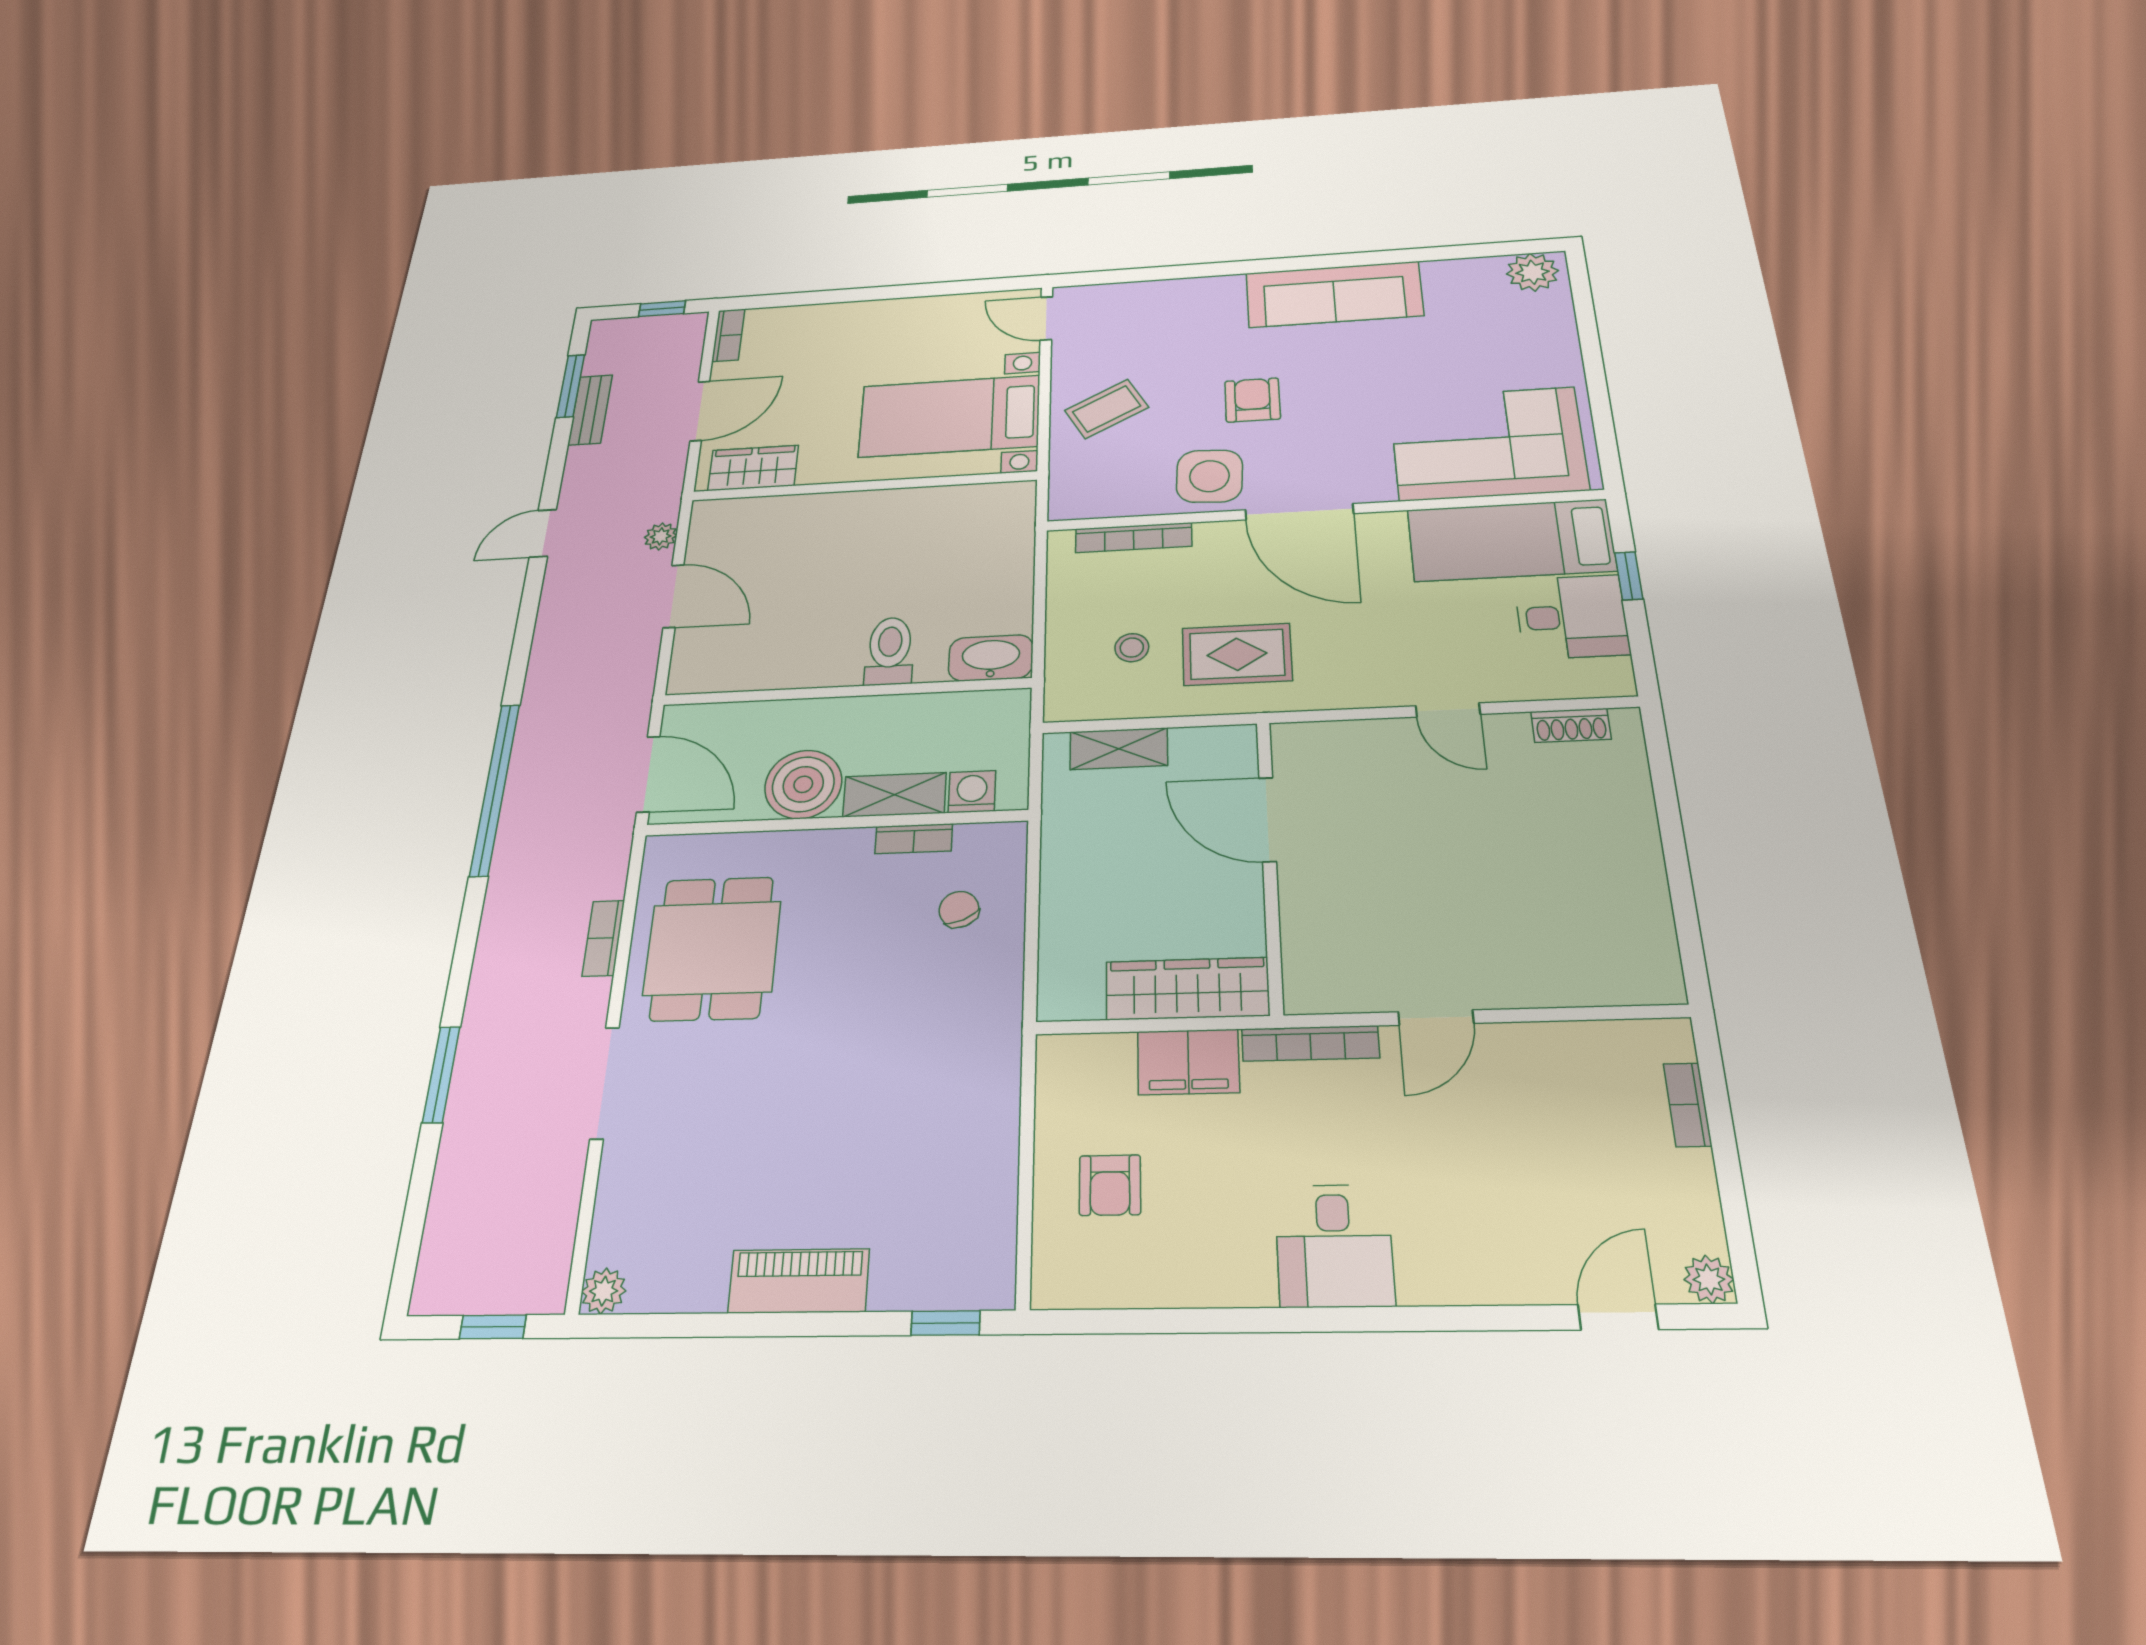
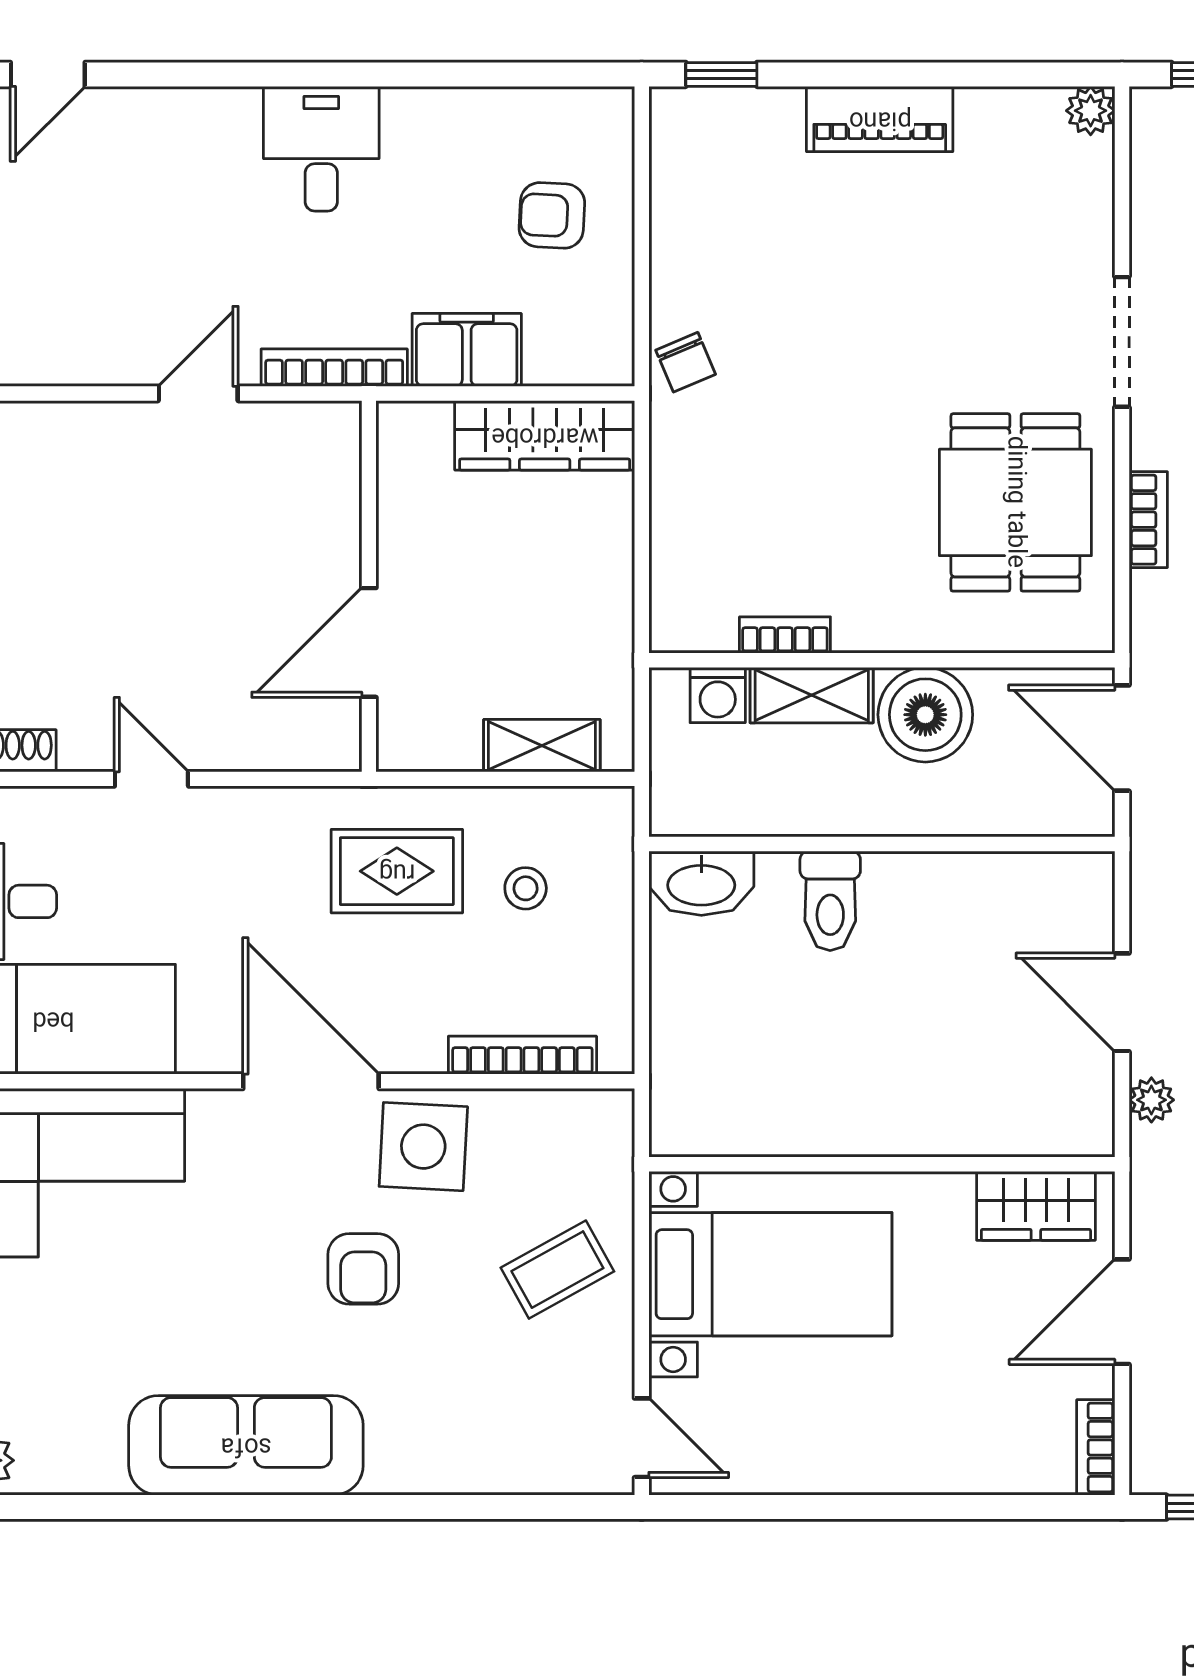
door: (1268, 820) -> (369, 642), swing flipped
chair: (959, 909) -> (686, 362), moved
wardrobe: (1187, 989) -> (545, 435), moved
armchair: (1110, 1185) -> (552, 215), turned -87

